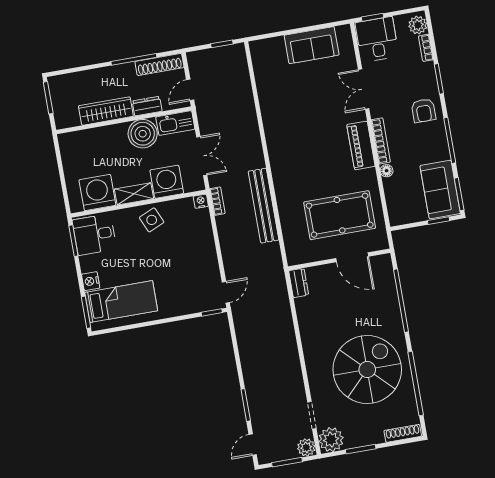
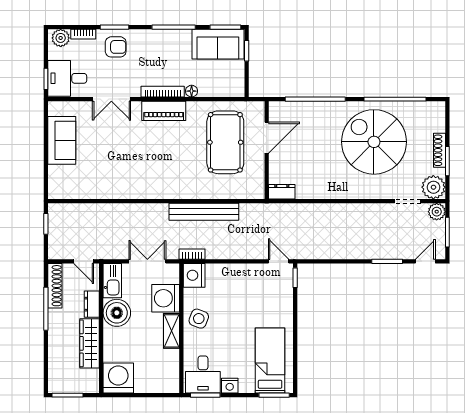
armchair: (423, 111) -> (116, 47), moved
washing machine: (97, 193) -> (118, 378), moved, turned 90
nightstand: (201, 201) -> (194, 275), width x1.89, depth x1.79
side table: (152, 220) -> (199, 319), turned 45
nightstand: (91, 281) -> (230, 386), moved
shoe rack: (403, 433) -> (439, 150), moved
door: (253, 445) -> (425, 261), swing flipped

